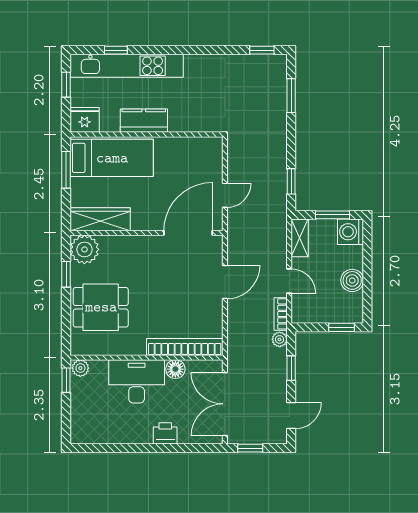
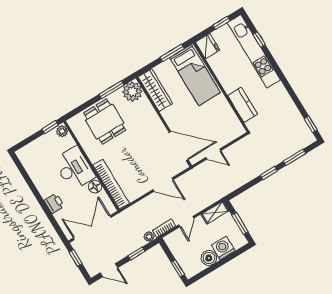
kitchen counter: (144, 121) -> (243, 105), moved
window: (291, 181) -> (269, 173), moved
washing machine: (351, 232) -> (223, 248), moved
window: (66, 274) -> (111, 90), width x1.50

